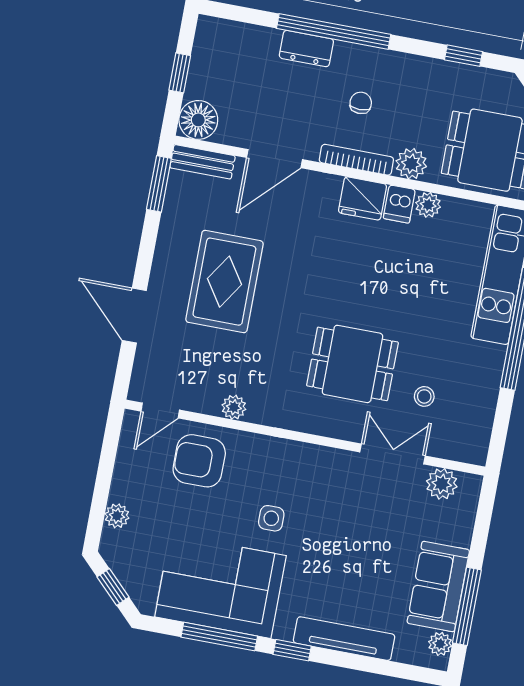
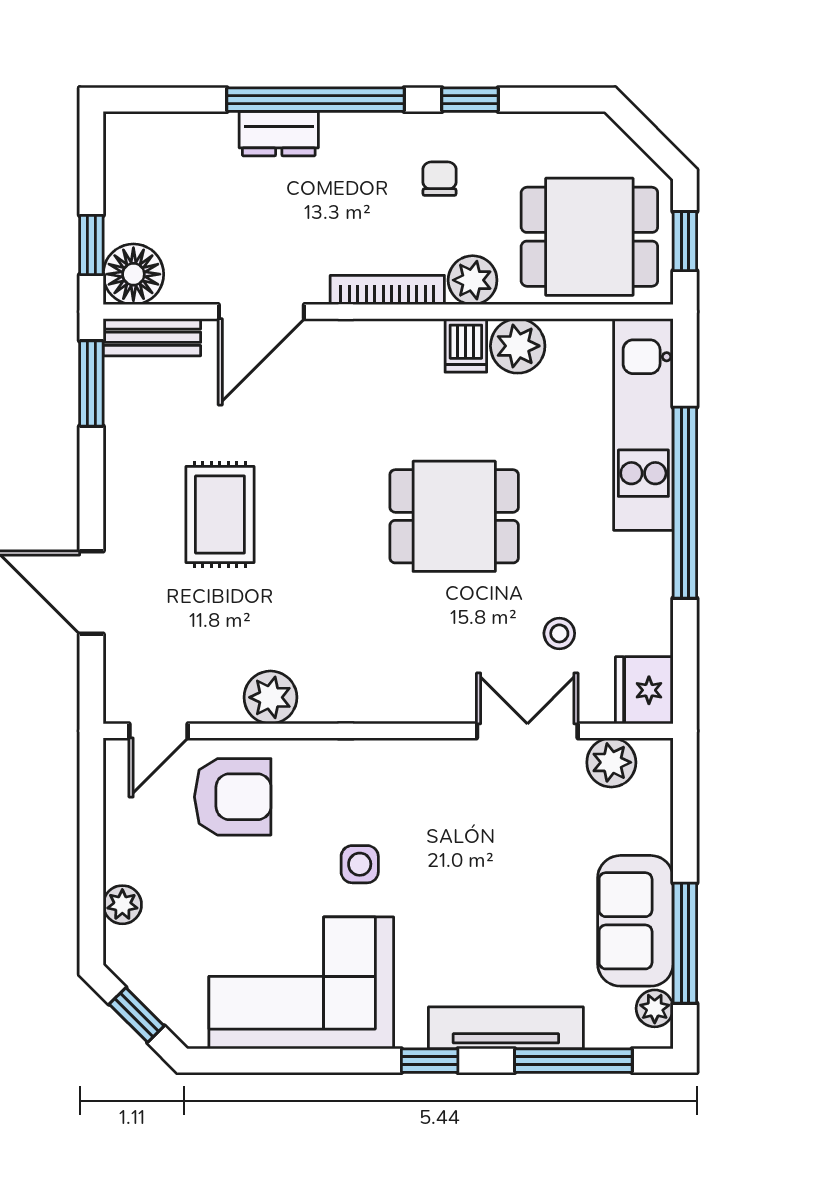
window: (463, 56) -> (470, 100), moved
window: (180, 73) -> (91, 245), moved
chair: (361, 103) -> (440, 179), moved
fridge: (362, 198) -> (644, 690), moved, turned 90
plant: (428, 205) -> (518, 346), width x1.38, depth x1.38
rug: (224, 282) -> (220, 515), width x0.73, depth x0.70
dining table: (352, 364) -> (454, 516), moved
plant: (234, 407) -> (270, 697), width x1.38, depth x1.38
armchair: (199, 461) -> (233, 797), turned 180
window: (219, 637) -> (573, 1061), moved

